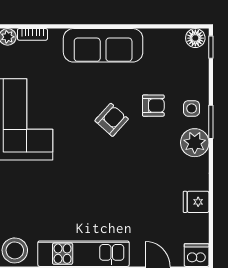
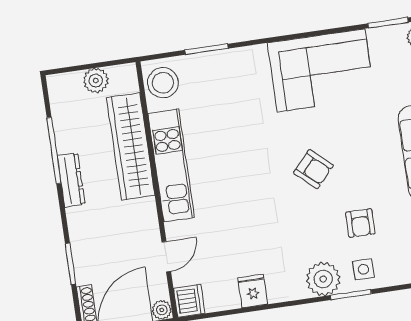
armchair: (112, 120) -> (313, 169), moved

